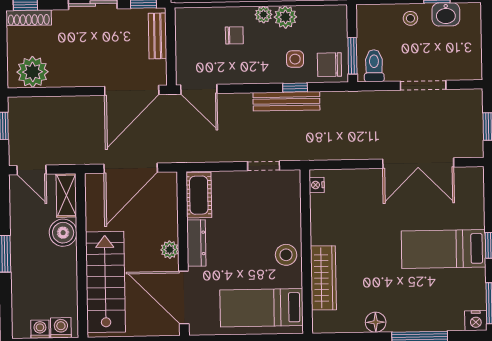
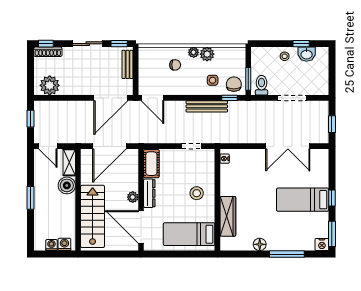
chair: (329, 65) -> (234, 84), turned 90
window: (295, 87) -> (229, 98), moved
stool: (286, 255) -> (197, 193), moved

